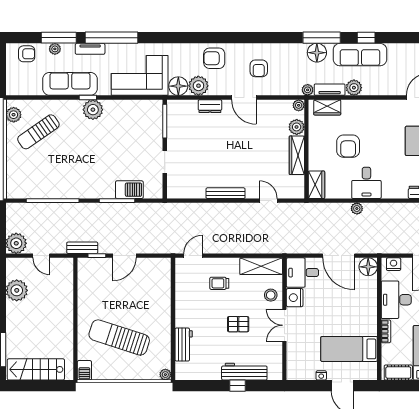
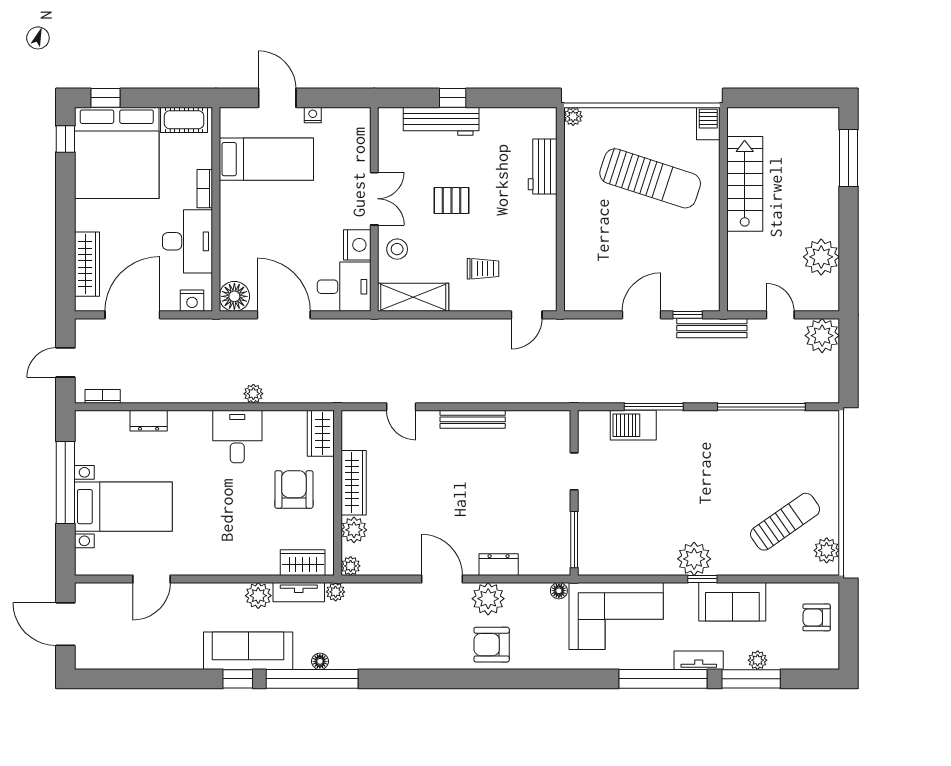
window: (322, 38) -> (312, 679), width x1.46
floor lamp: (317, 53) -> (320, 661), width x0.53, depth x0.53
armchair: (27, 54) -> (817, 617), moved
armchair: (214, 58) -> (492, 645), turned 180
armchair: (259, 68) -> (417, 628), removed
sofa: (70, 84) -> (732, 602), width x0.73
floor lamp: (178, 86) -> (559, 591), width x0.53, depth x0.53
plant: (198, 86) -> (488, 599), moved
armchair: (348, 146) -> (294, 489), moved
bench: (82, 248) -> (712, 328), width x1.36
stairs: (36, 369) -> (745, 184), moved, turned -90

